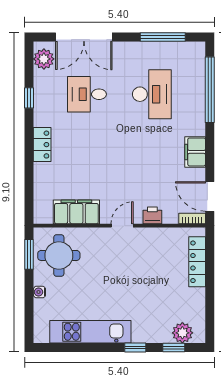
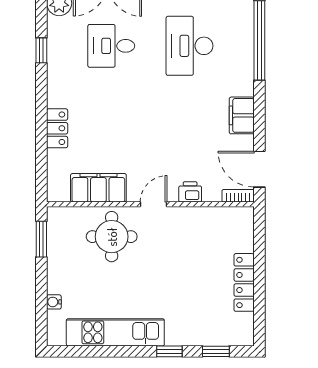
desk: (152, 94) -> (189, 46), turned 180
locker: (42, 145) -> (57, 128), moved
round table: (59, 255) -> (112, 237), moved
locker: (197, 262) -> (244, 282), moved
water cooler: (39, 292) -> (54, 302), moved
plant: (182, 333) -> (226, 334), removed

